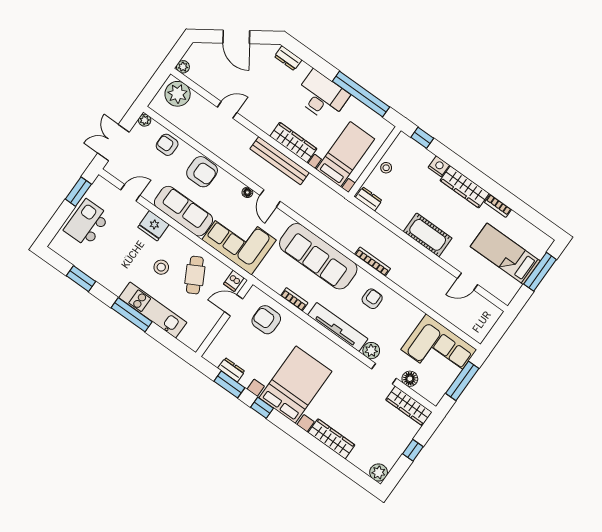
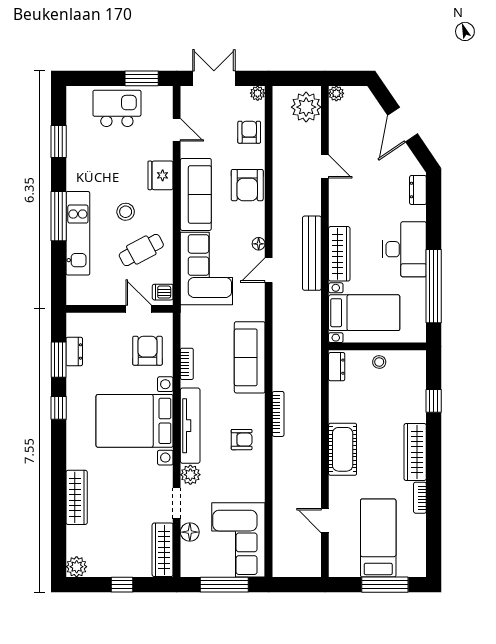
window: (422, 138) -> (434, 401), moved
nightstand: (439, 166) -> (417, 412), removed
sofa: (318, 256) -> (250, 357), width x0.74, depth x0.79
bed with nightstands: (296, 385) -> (135, 421), moved, turned 180

